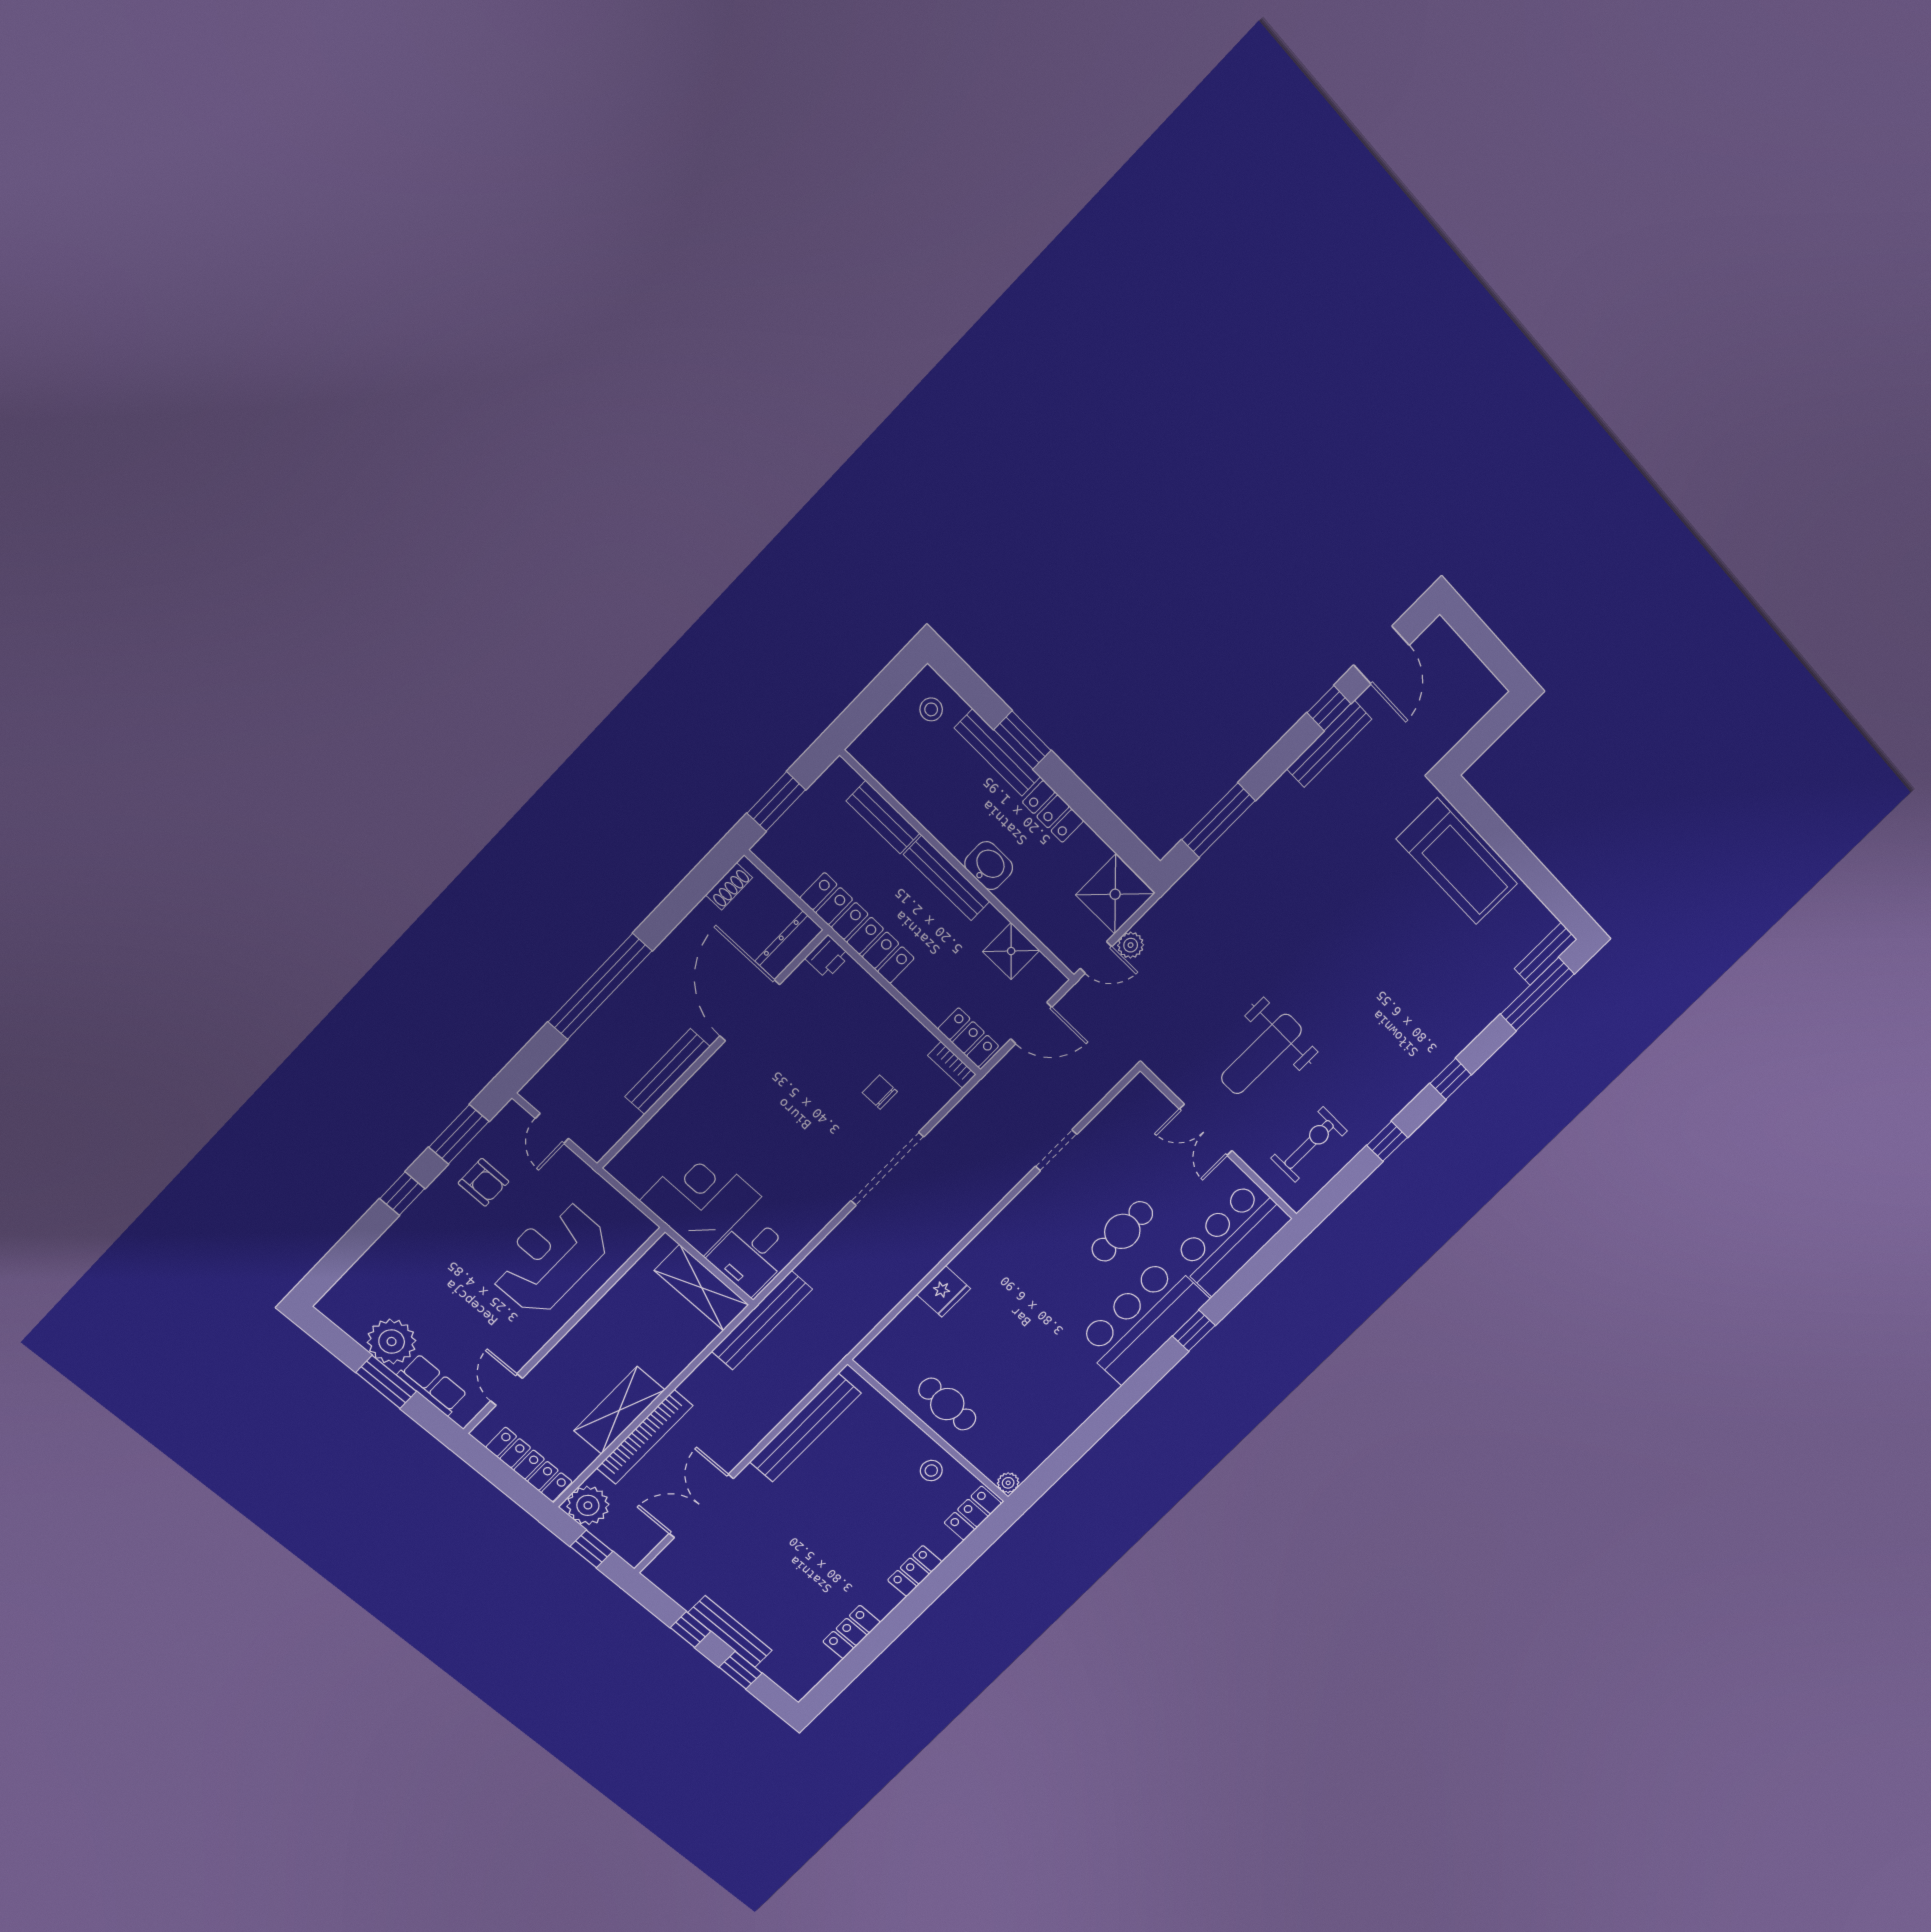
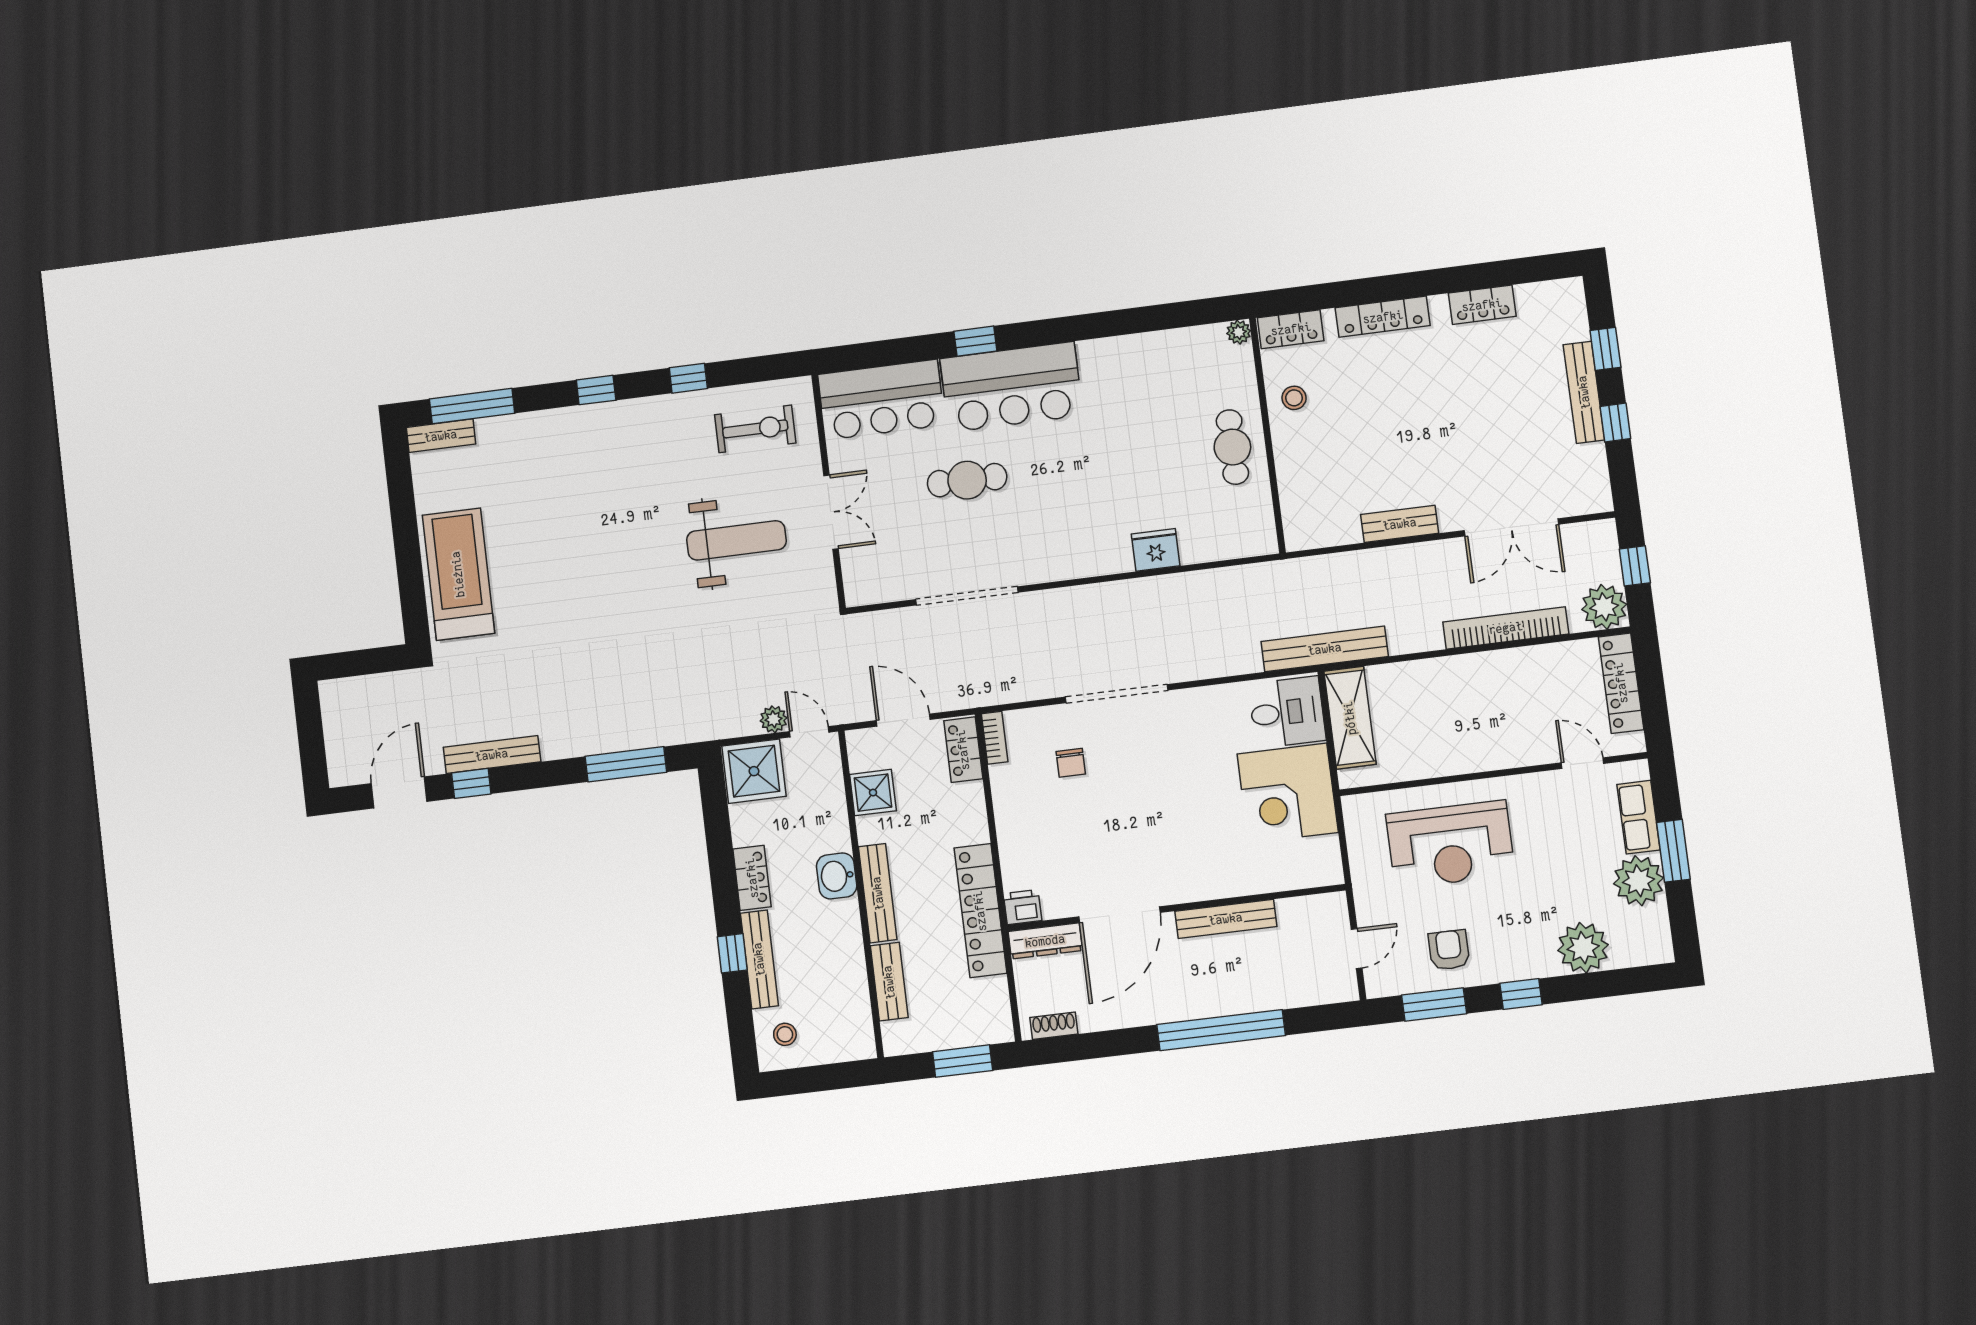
window: (1022, 740) -> (732, 953), width x0.67
exercise bike: (1309, 1145) -> (755, 429), turned 180
doorway: (1056, 1150) -> (967, 596), width x1.88
plant: (388, 1263) -> (1583, 948), added
door: (506, 1390) -> (1583, 763), swing flipped
shelving: (619, 1410) -> (1507, 668), removed
bench: (805, 1428) -> (1400, 524), width x0.54, depth x0.82
locker: (915, 1571) -> (1383, 317), width x1.53

